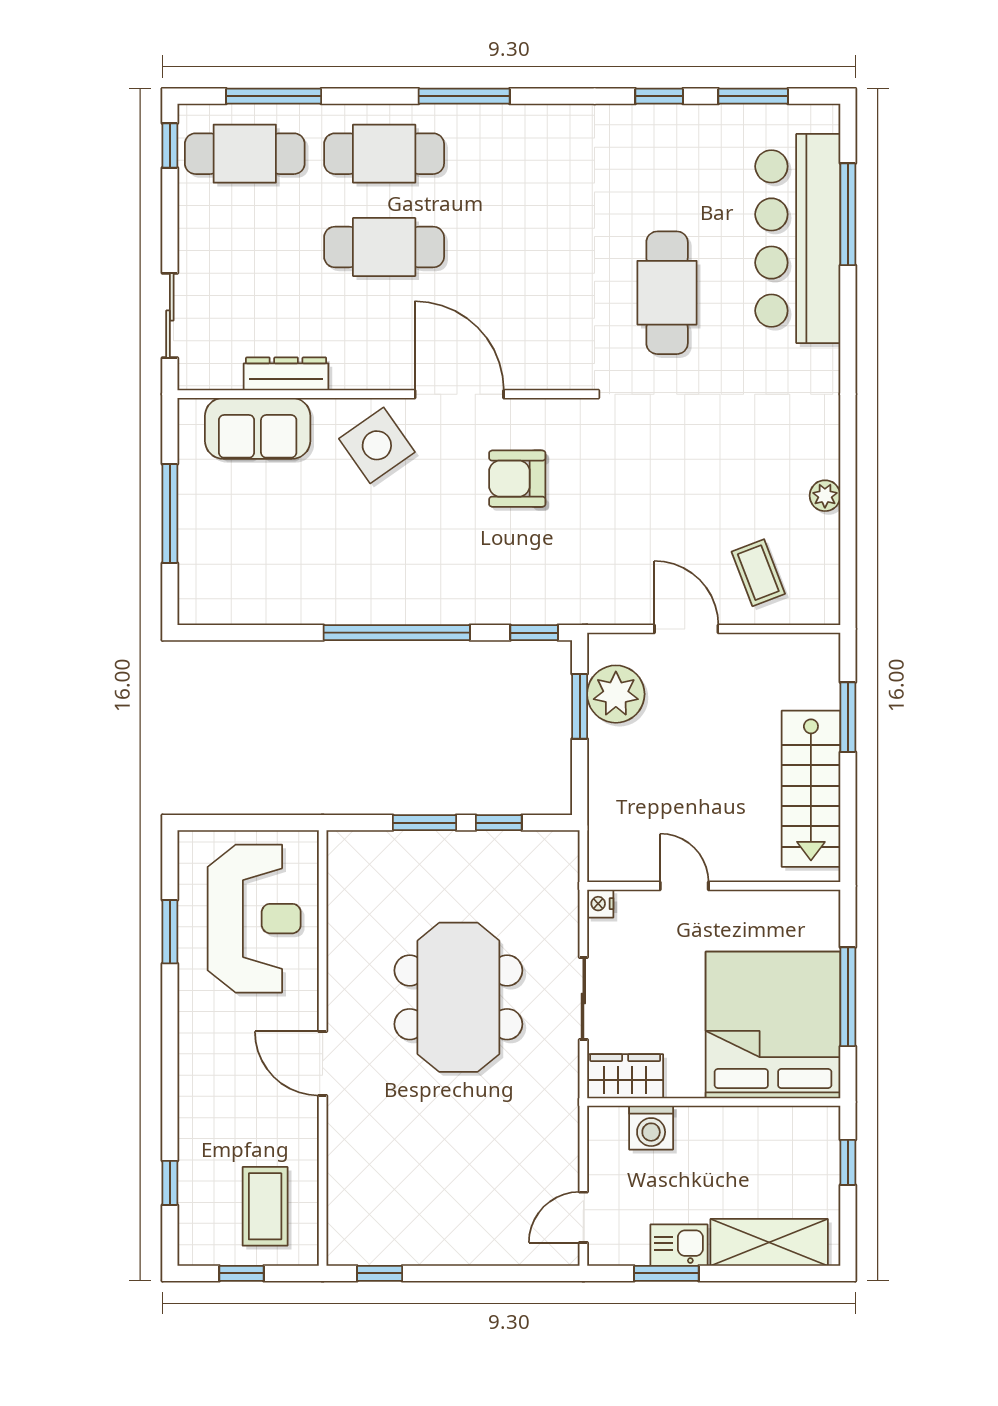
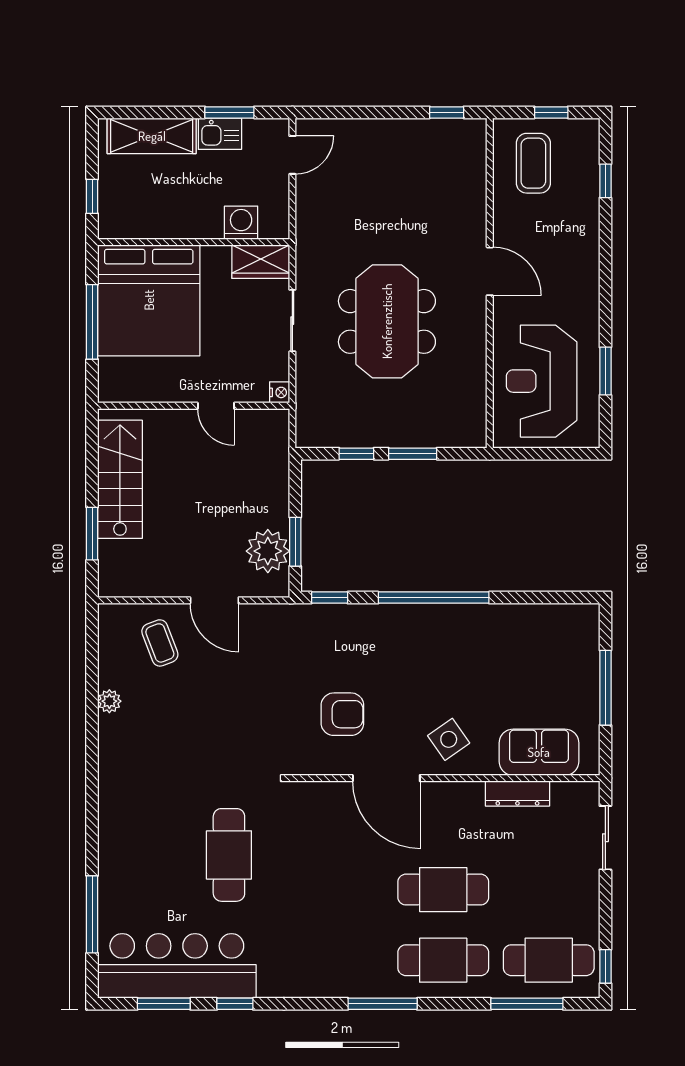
bar counter: (798, 239) -> (177, 966), moved, turned -90
side table: (377, 445) -> (449, 739), width x0.73, depth x0.73

